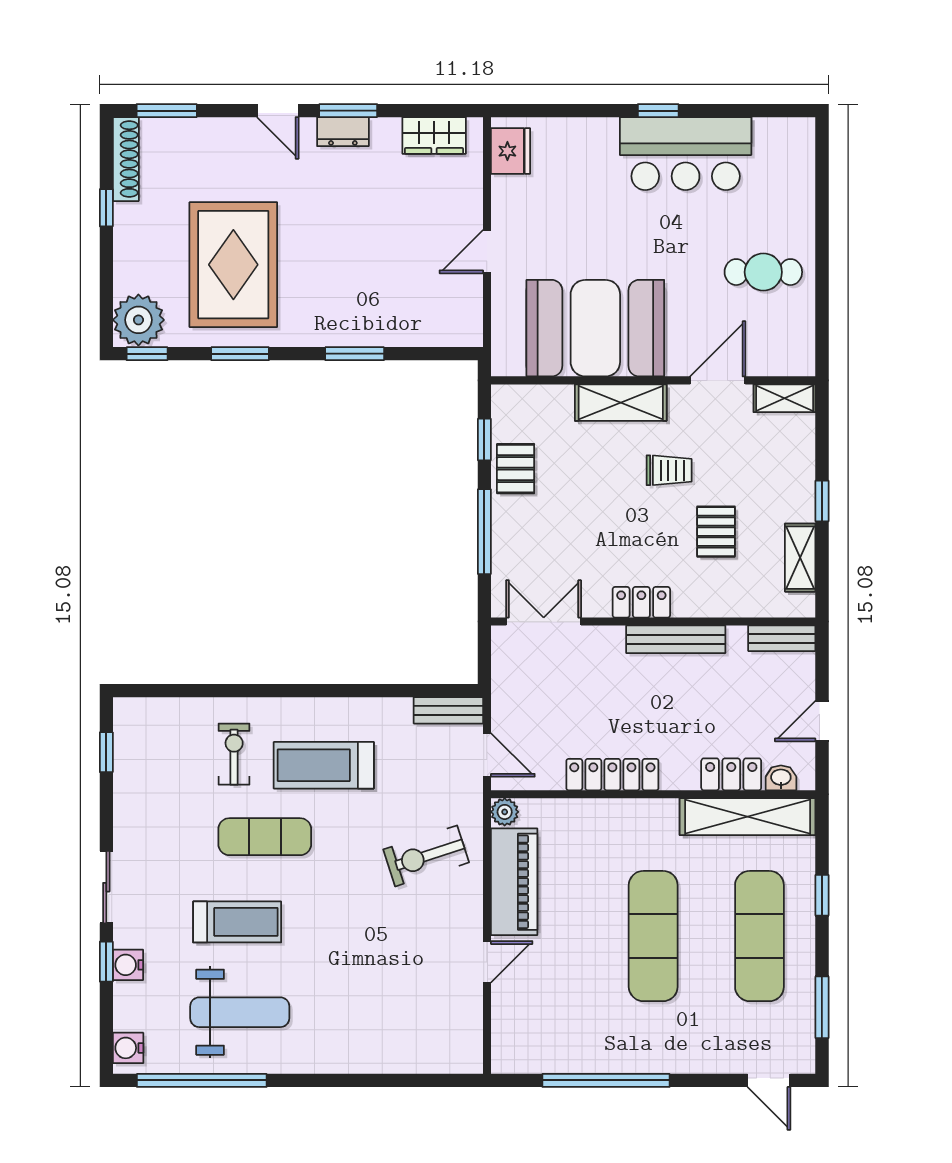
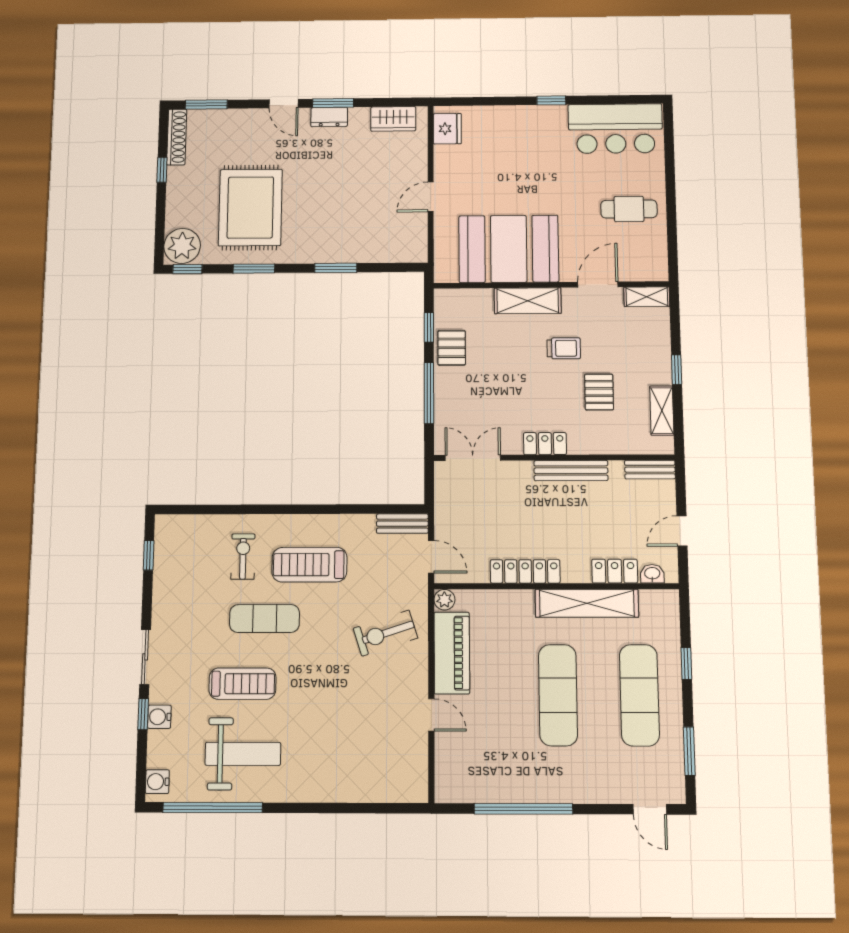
bar counter: (686, 154) -> (615, 129), moved
shelving: (748, 817) -> (587, 603), moved
door: (487, 962) -> (431, 715), hinge flipped

